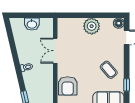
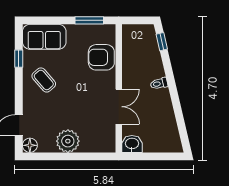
washbasin: (32, 24) -> (132, 144), moved
armchair: (68, 86) -> (101, 57), turned -90

